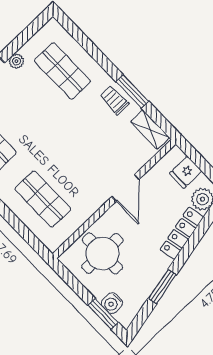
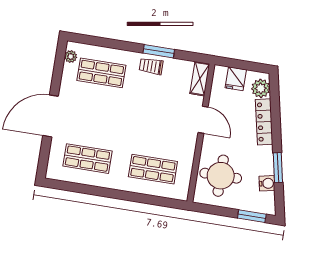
plant: (16, 61) -> (71, 57), moved
shelving: (150, 130) -> (200, 79), moved, turned 90
water cooler: (112, 303) -> (267, 183), moved, turned -102

